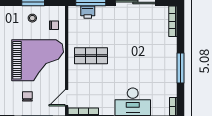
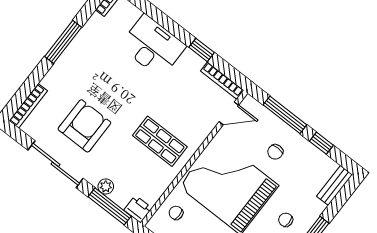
plant: (101, 11) -> (106, 186), added
printer: (88, 12) -> (138, 209), moved
armchair: (136, 33) -> (84, 126), added

